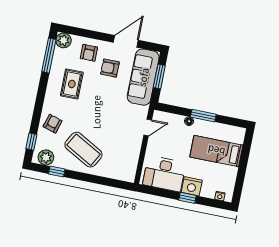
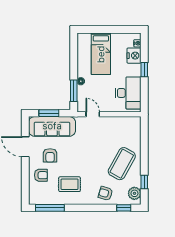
plant: (64, 40) -> (35, 198), removed
window: (203, 116) -> (74, 91), moved
nightstand: (192, 186) -> (134, 56), moved

